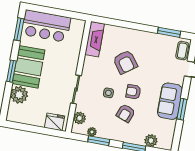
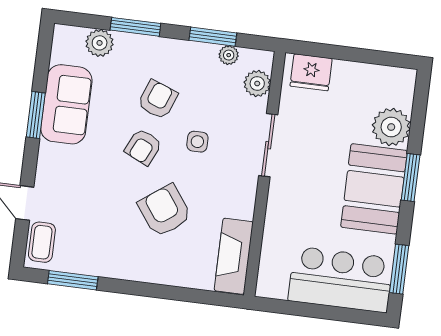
armchair: (133, 92) -> (143, 147), turned 115
sofa: (170, 101) -> (66, 104), moved

